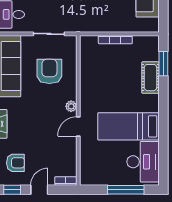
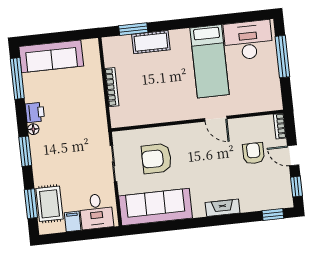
plant: (71, 106) -> (194, 129), removed
armchair: (15, 163) -> (253, 153), moved

